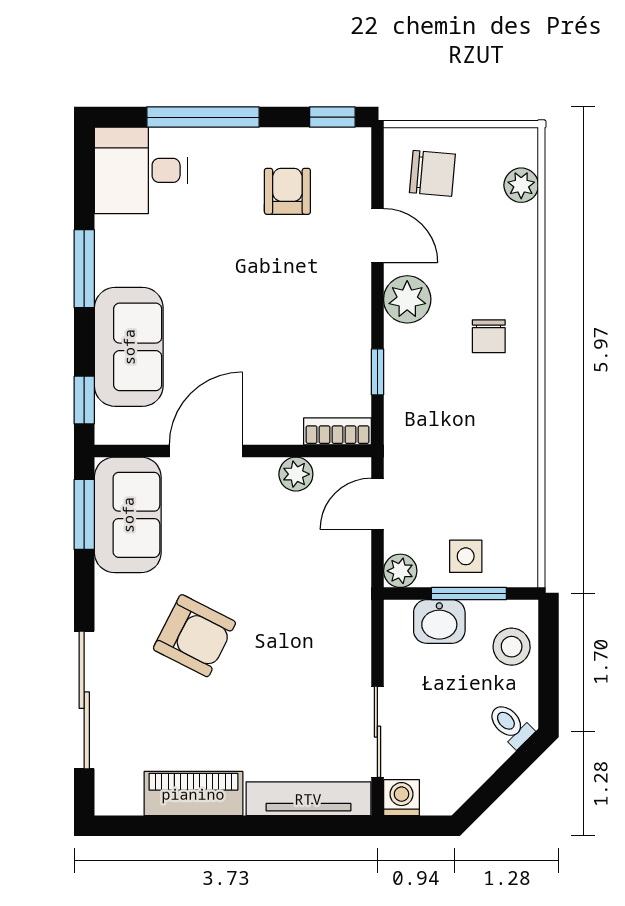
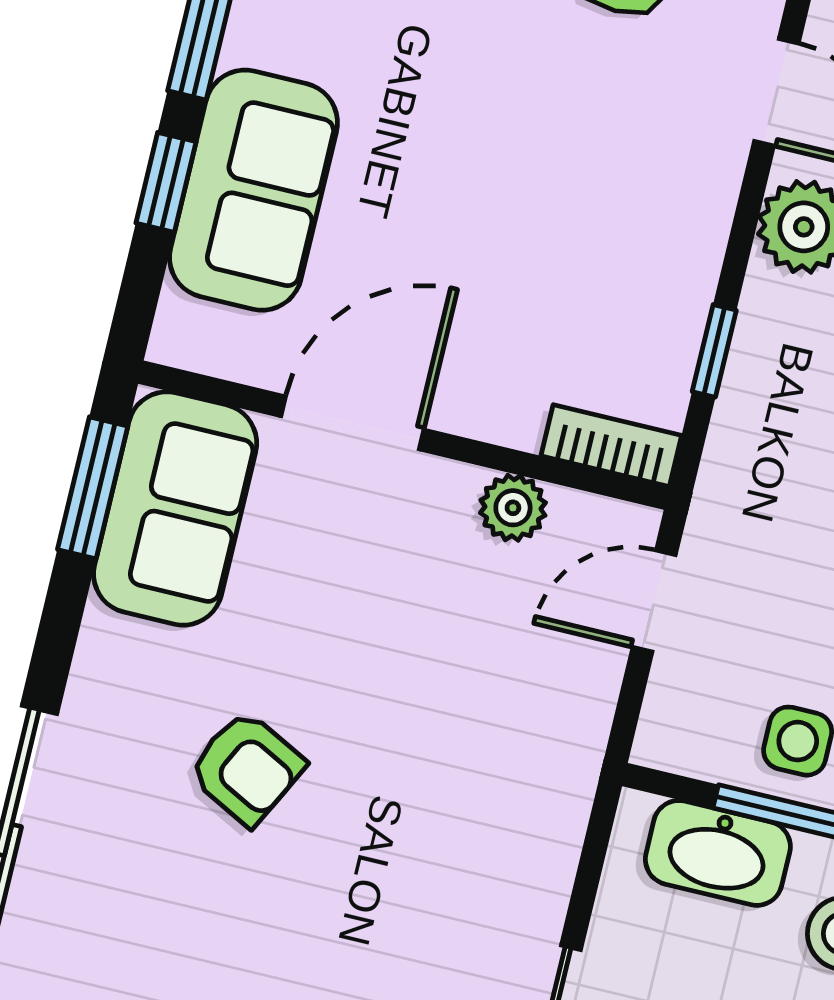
window: (84, 400) -> (166, 182), moved
plant: (400, 571) -> (667, 739), removed
washbasin: (439, 622) -> (718, 853), width x1.38
armchair: (194, 636) -> (247, 768), width x0.72, depth x0.72

